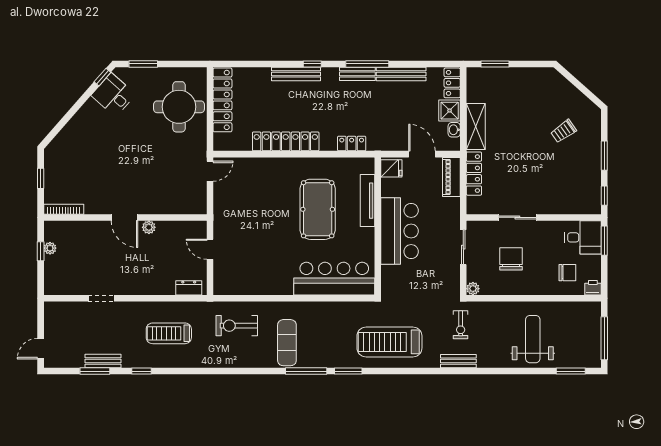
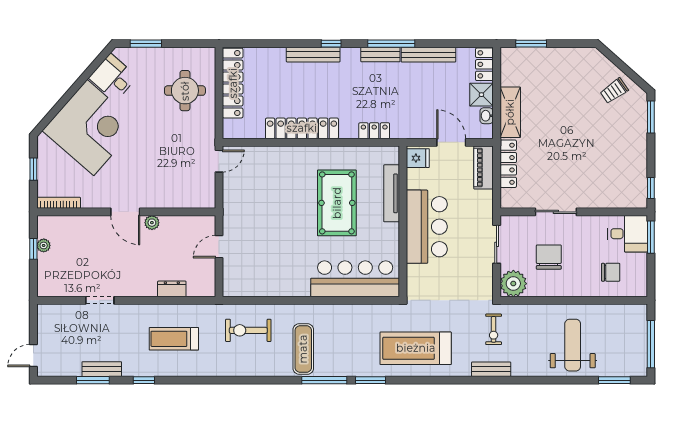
window: (102, 77) -> (101, 58), removed
round table: (179, 107) -> (185, 91), width x0.73, depth x0.73
trolley: (563, 131) -> (614, 91), moved
corner desk: (93, 141) -> (90, 128), added
window: (604, 156) -> (651, 117), moved
door: (210, 249) -> (219, 247), hinge flipped
dresser: (189, 288) -> (172, 289), moved
printer: (593, 288) -> (639, 289), removed
plant: (473, 289) -> (513, 284), width x1.87, depth x1.87

